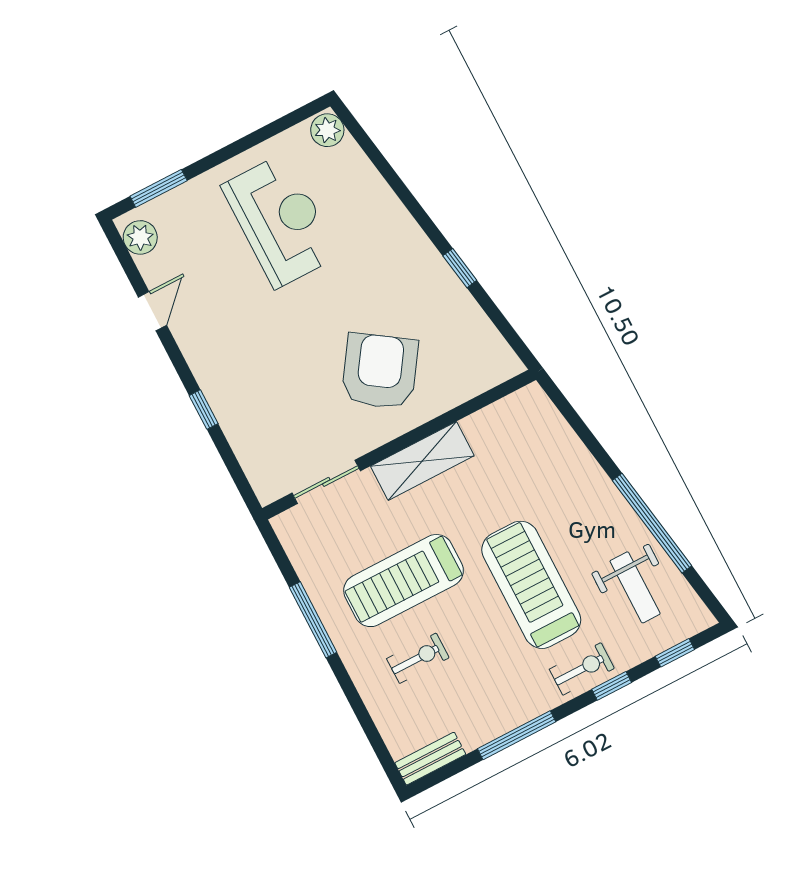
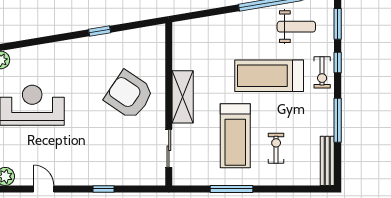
window: (675, 653) -> (338, 24), width x1.50
exercise bike: (582, 669) -> (322, 72), turned 180
bench: (430, 759) -> (327, 161), width x1.36

